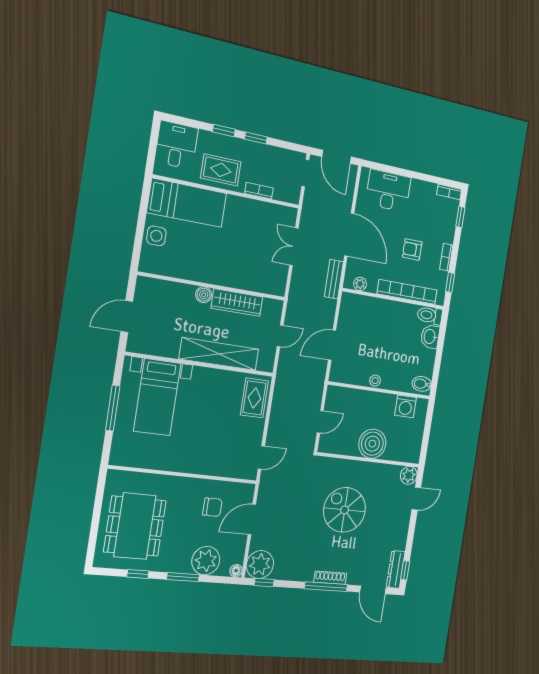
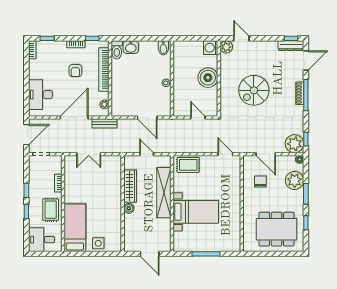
bed with nightstands: (157, 397) -> (196, 212), moved
washing machine: (406, 406) -> (211, 48), moved, turned 180

